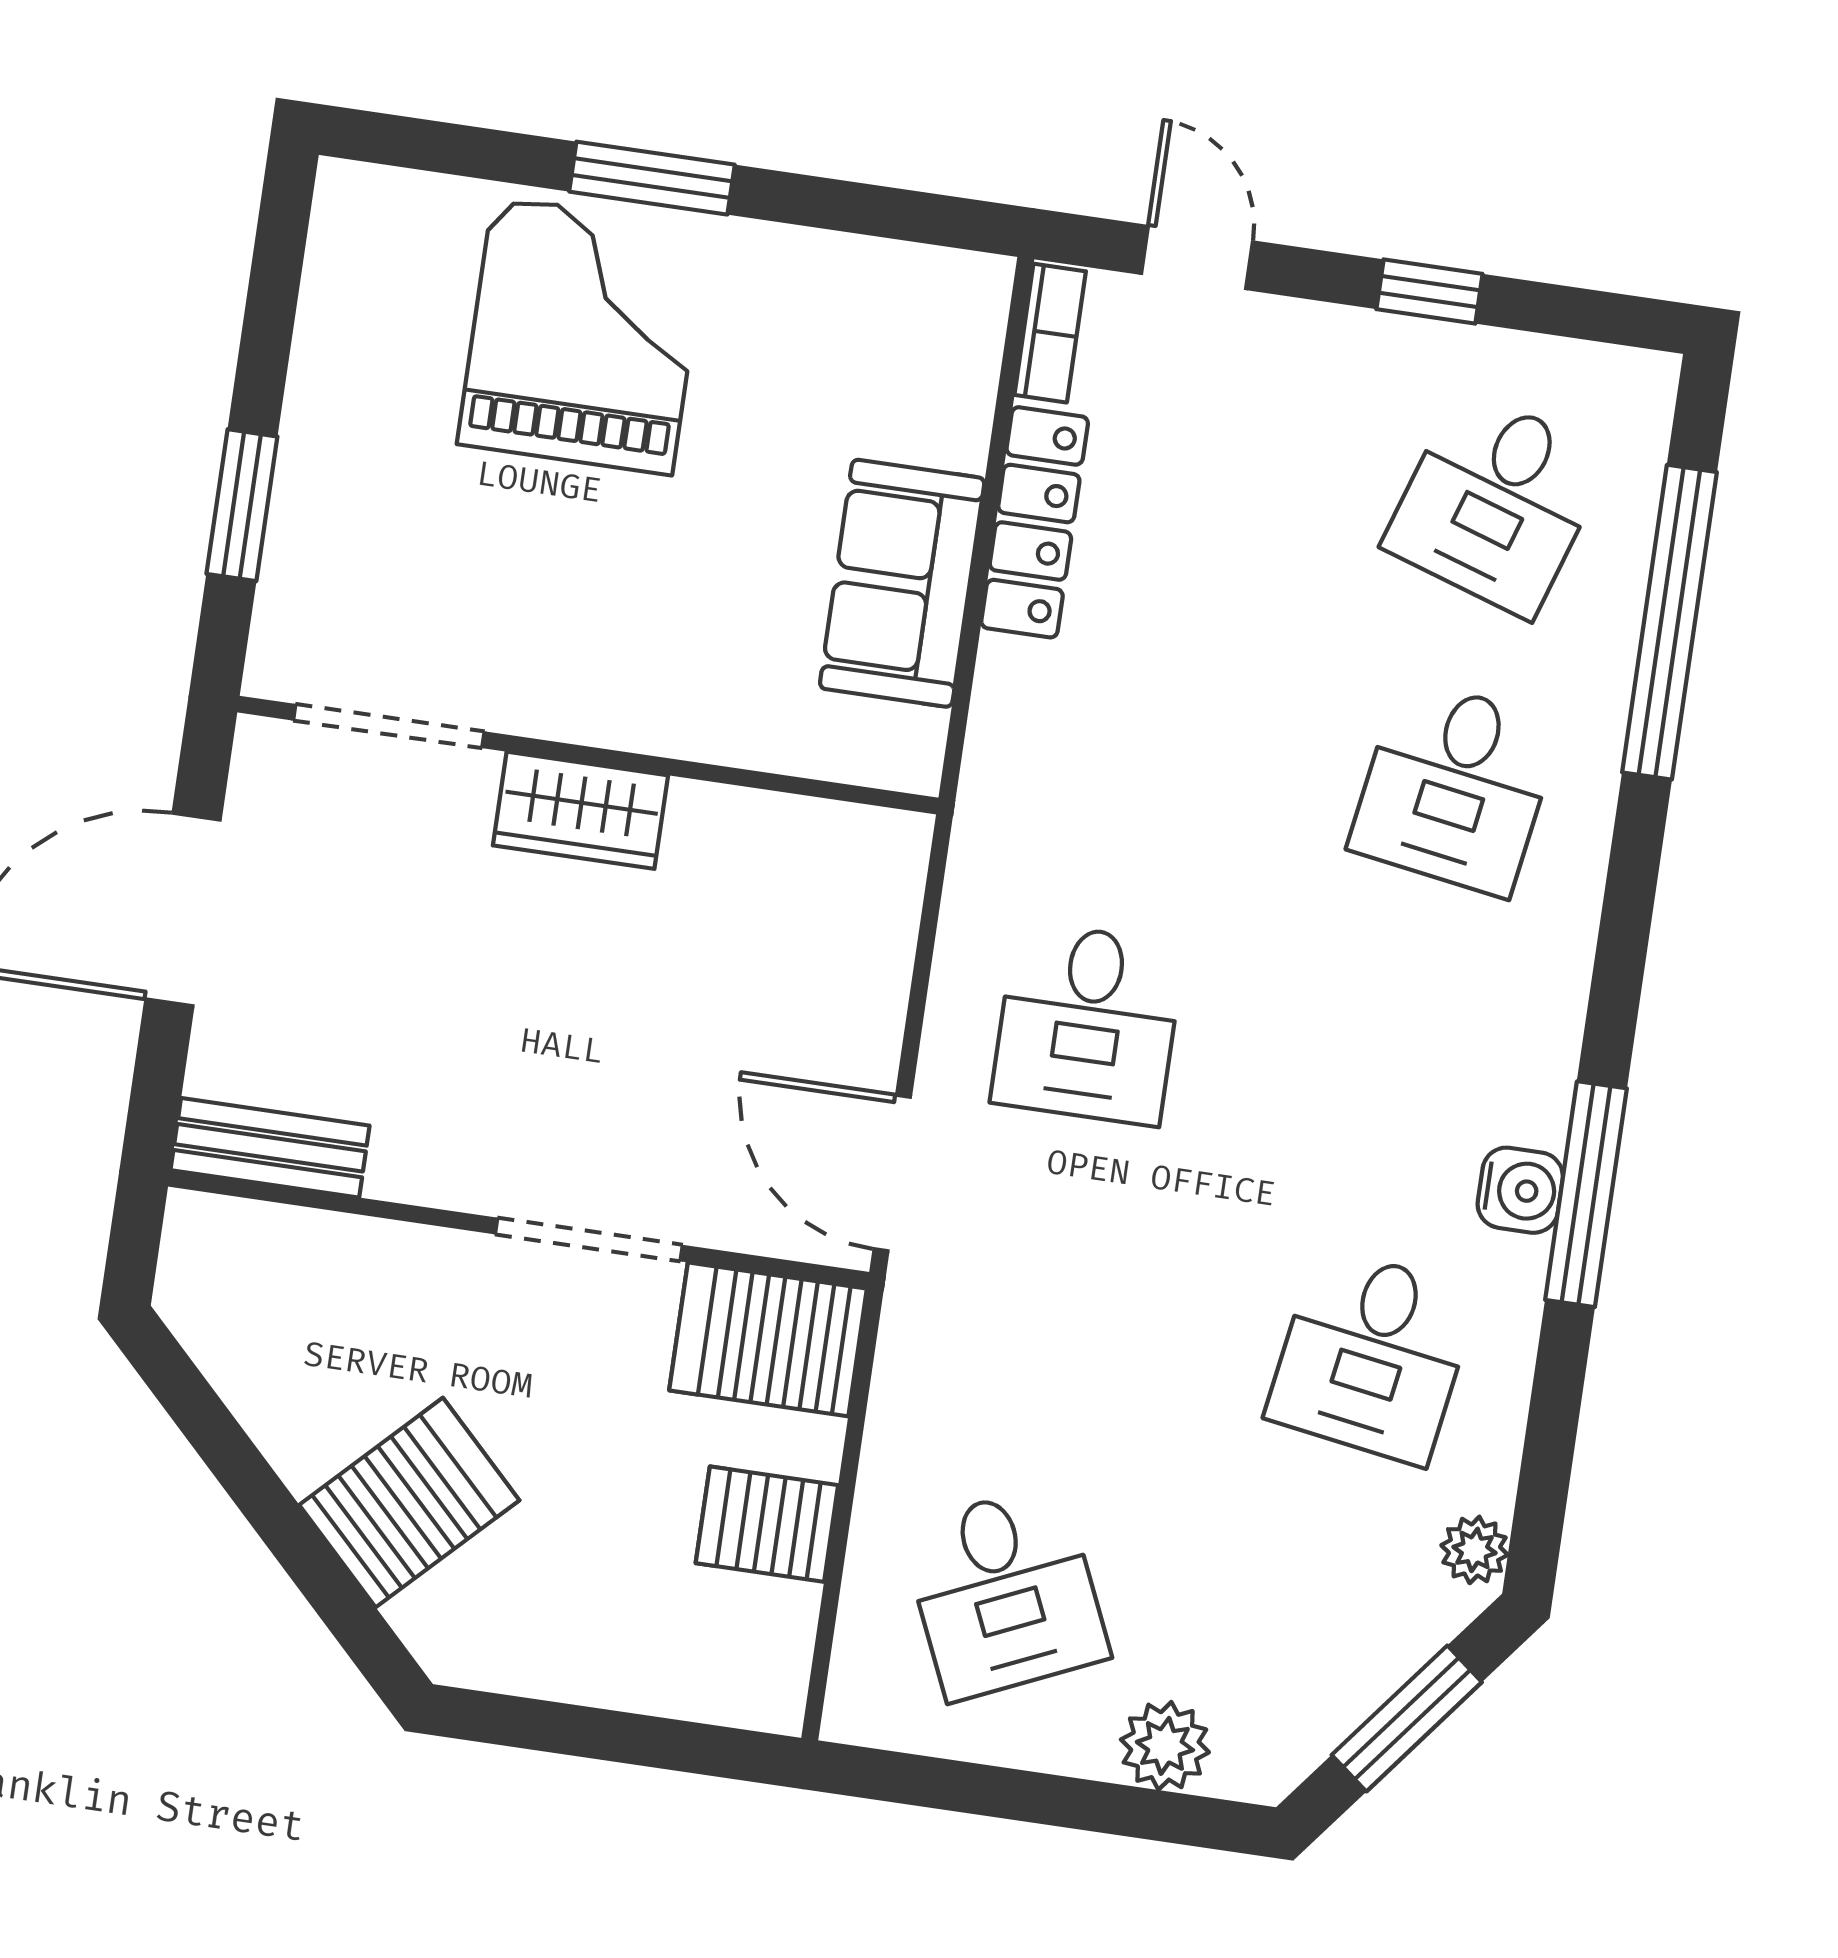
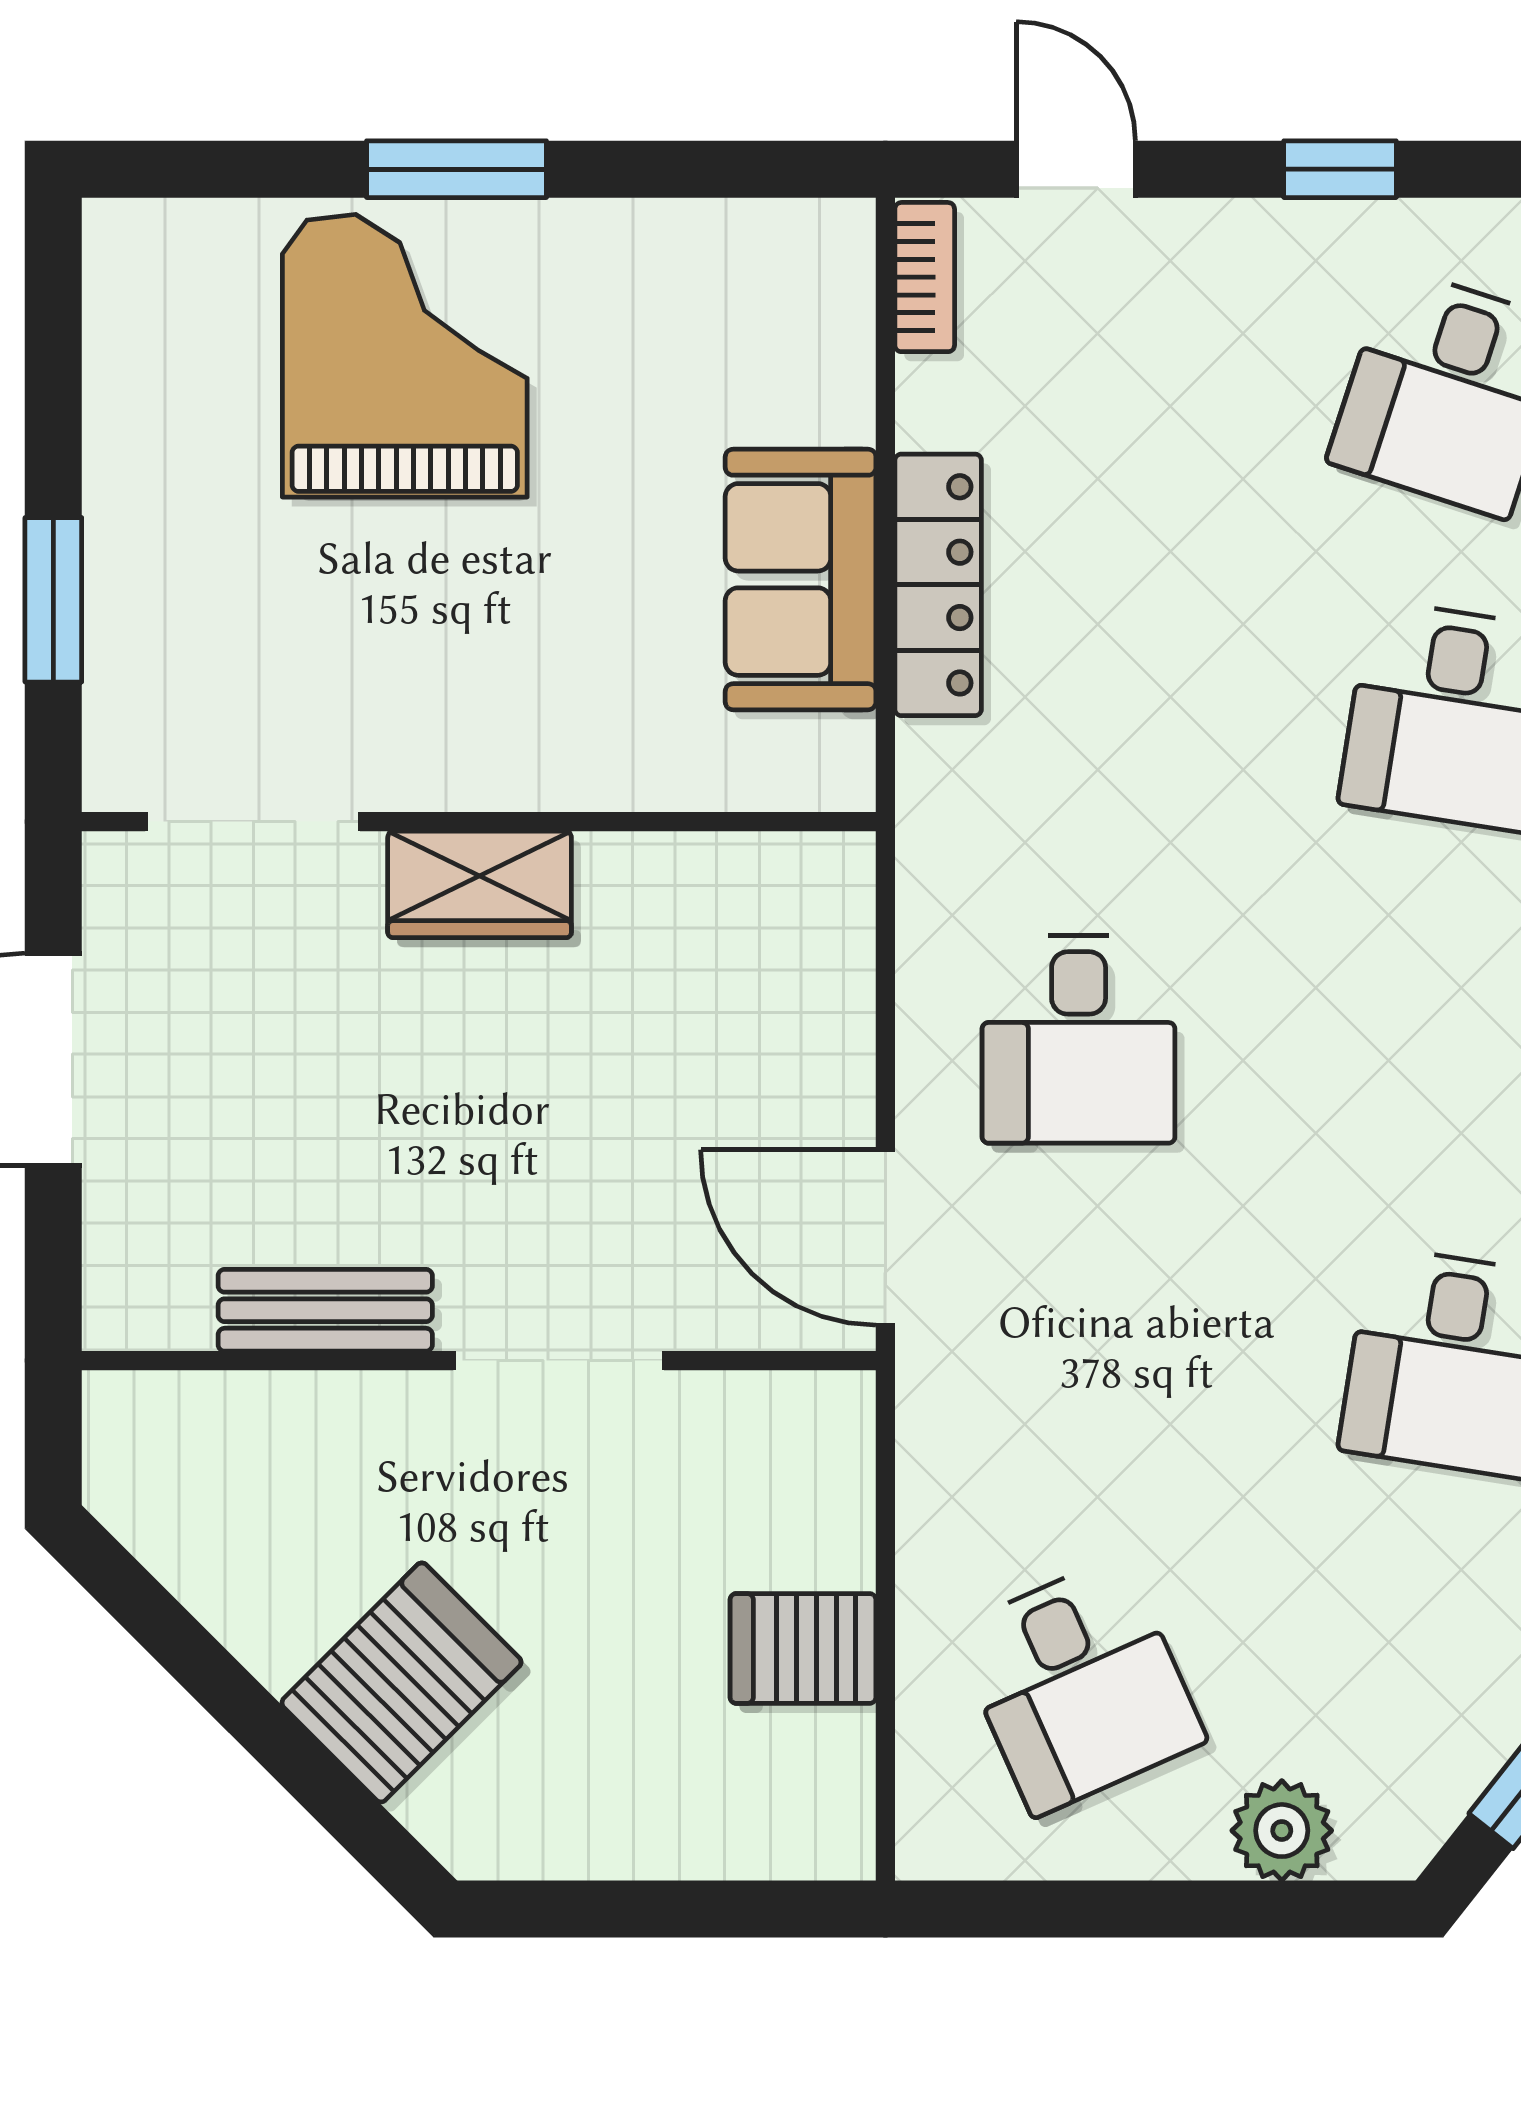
locker: (1035, 522) -> (938, 585), moved
bench: (270, 1148) -> (325, 1310), moved
server rack: (768, 1339) -> (774, 1443), removed

